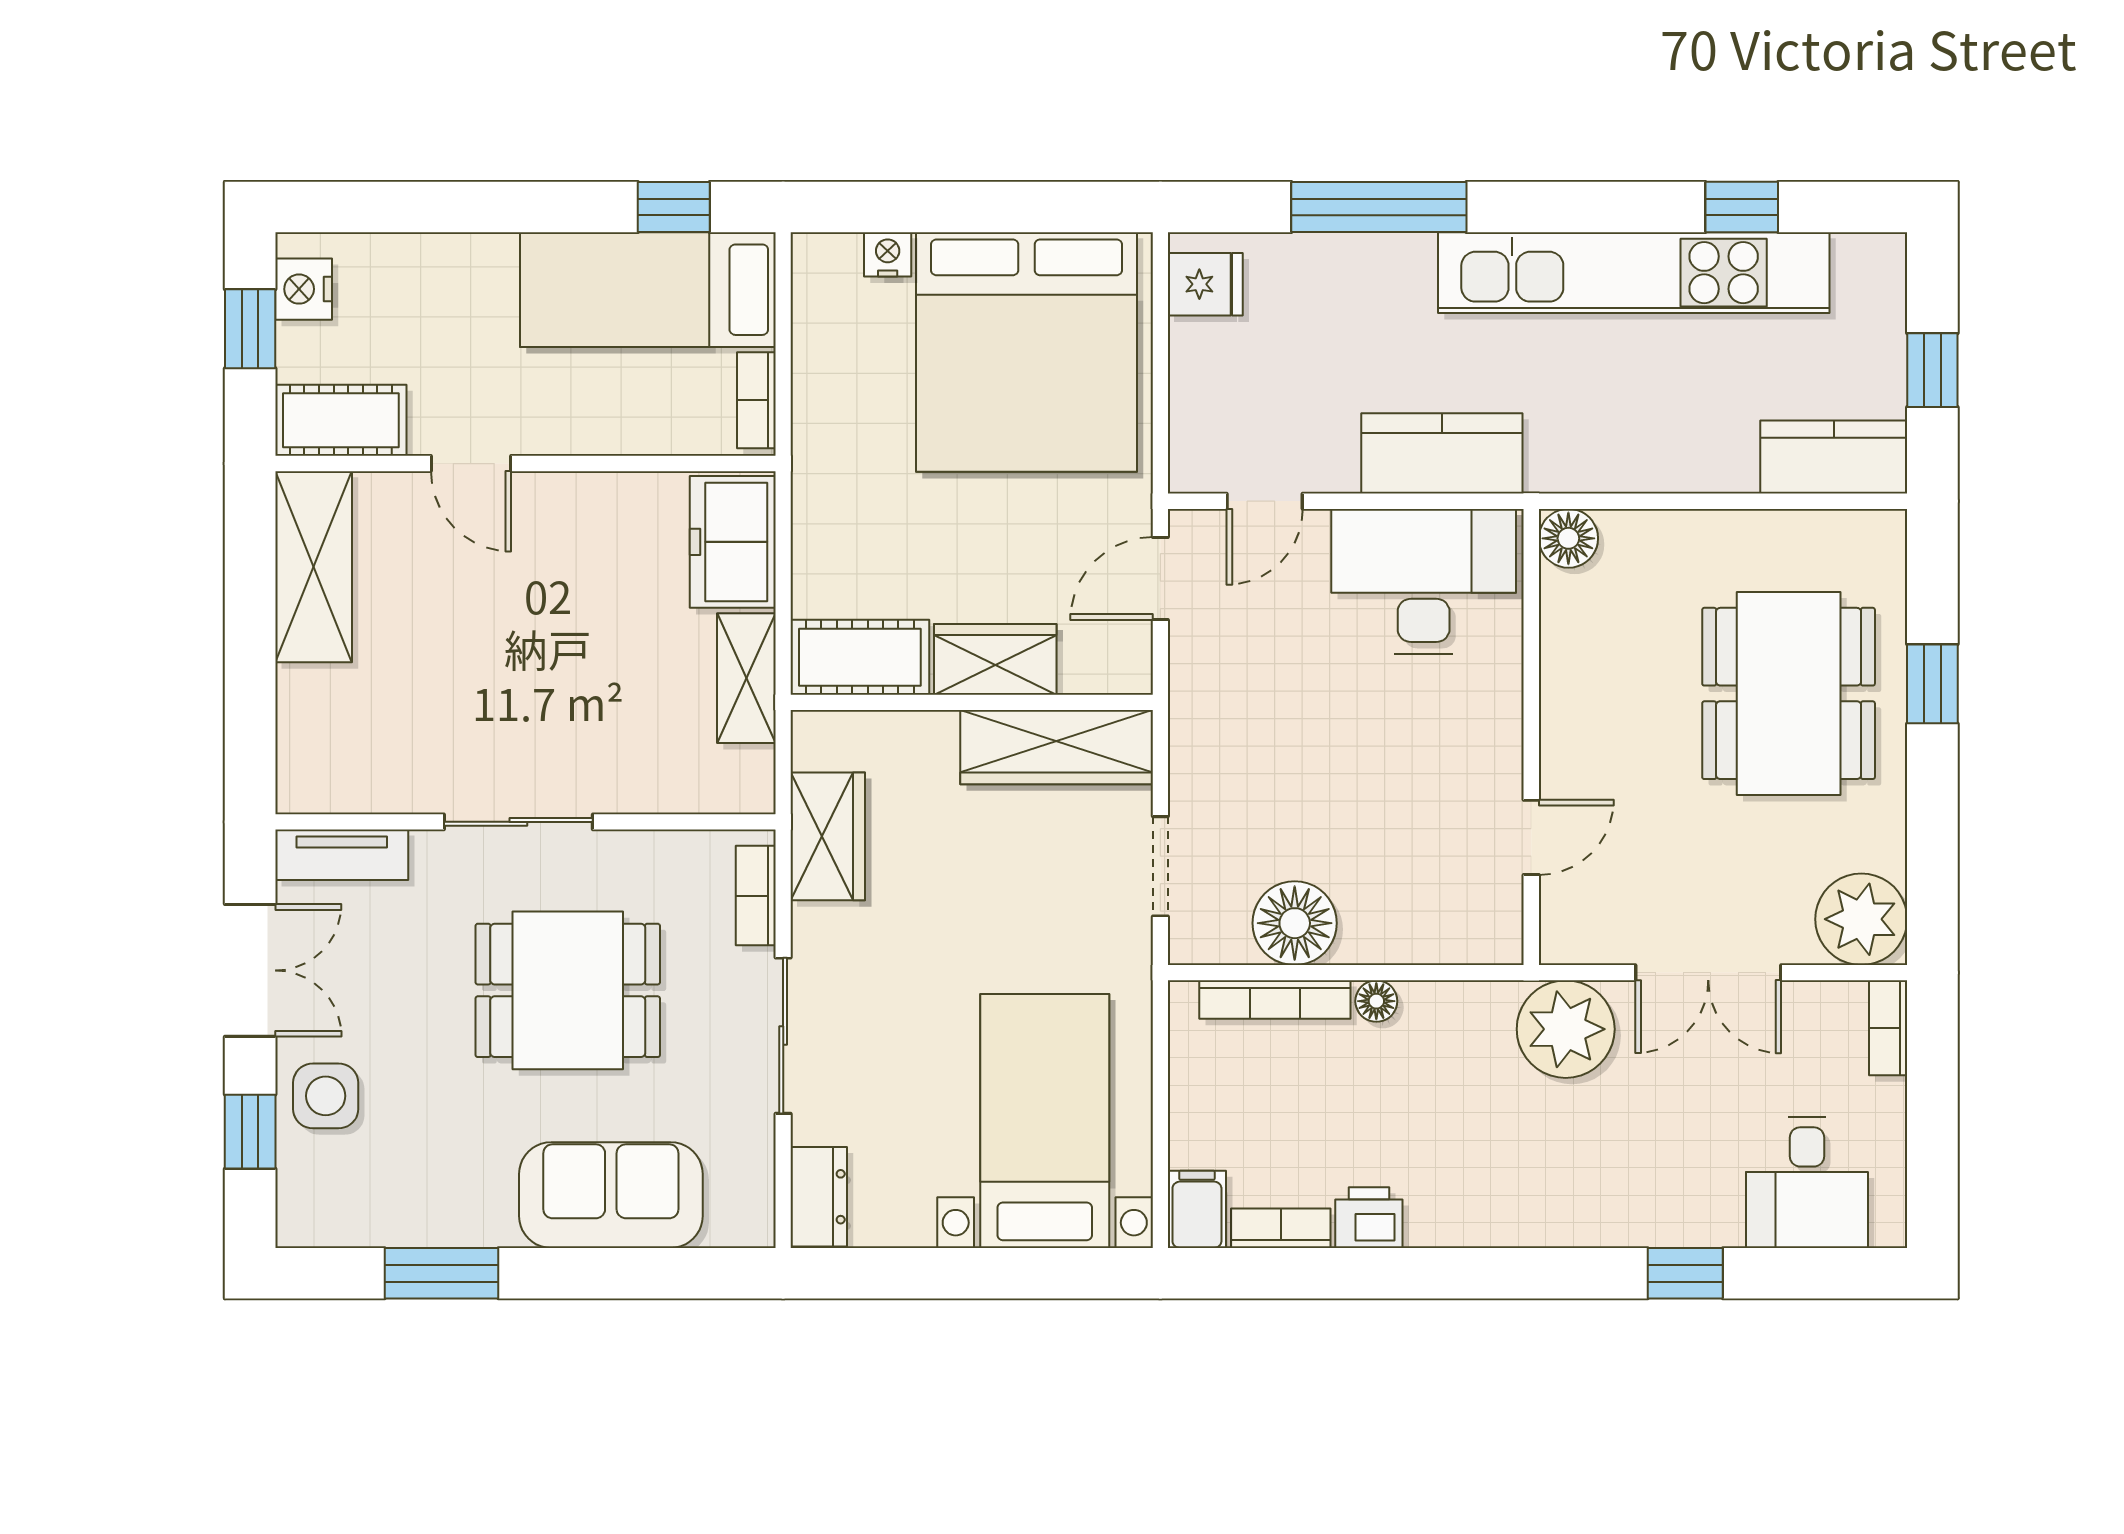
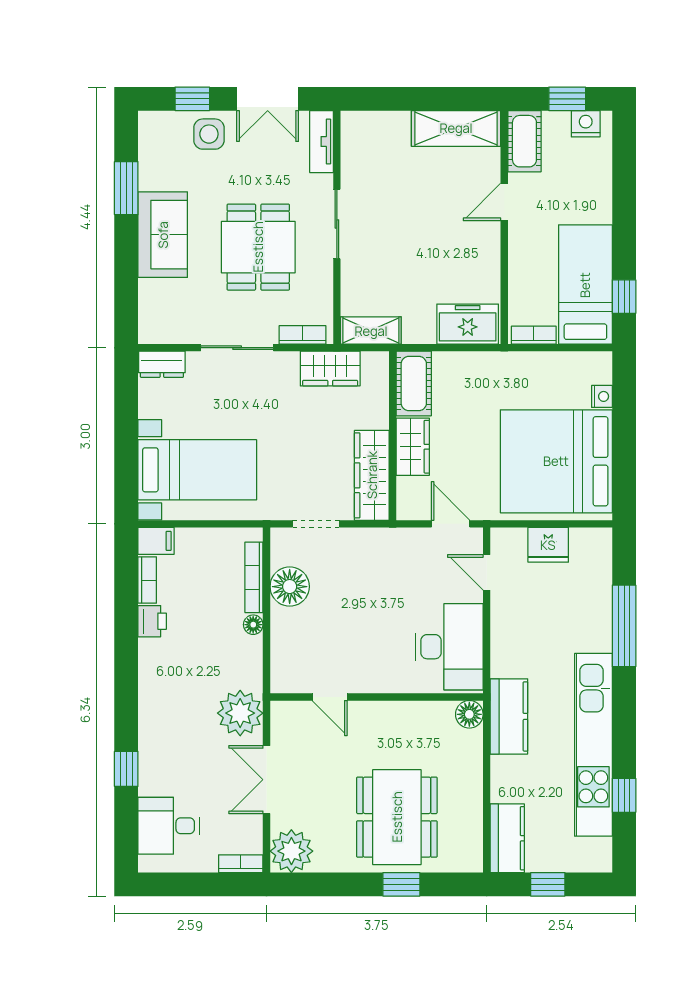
fridge: (1205, 284) -> (548, 545), moved, width x1.38
kitchen counter: (1442, 453) -> (509, 716), moved
shelving: (746, 678) -> (371, 331), moved
dining table: (1789, 693) -> (397, 817), turned 90
sofa: (611, 1195) -> (163, 235), moved

